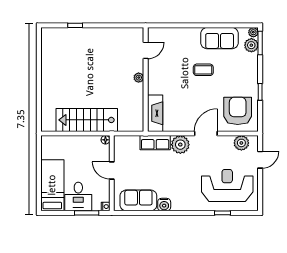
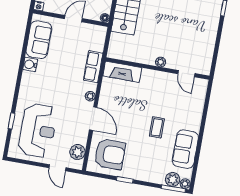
plant: (180, 145) -> (90, 96), width x0.53, depth x0.53

